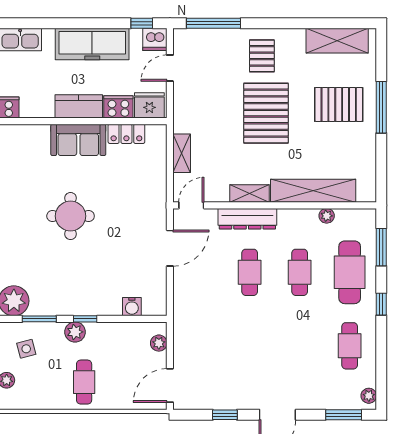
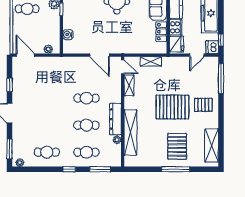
door: (170, 68) -> (197, 55), swing flipped
shelving: (249, 194) -> (129, 85), moved
dresser: (247, 219) -> (115, 119), moved
cafe table: (350, 272) -> (86, 152), width x0.73, depth x0.74

